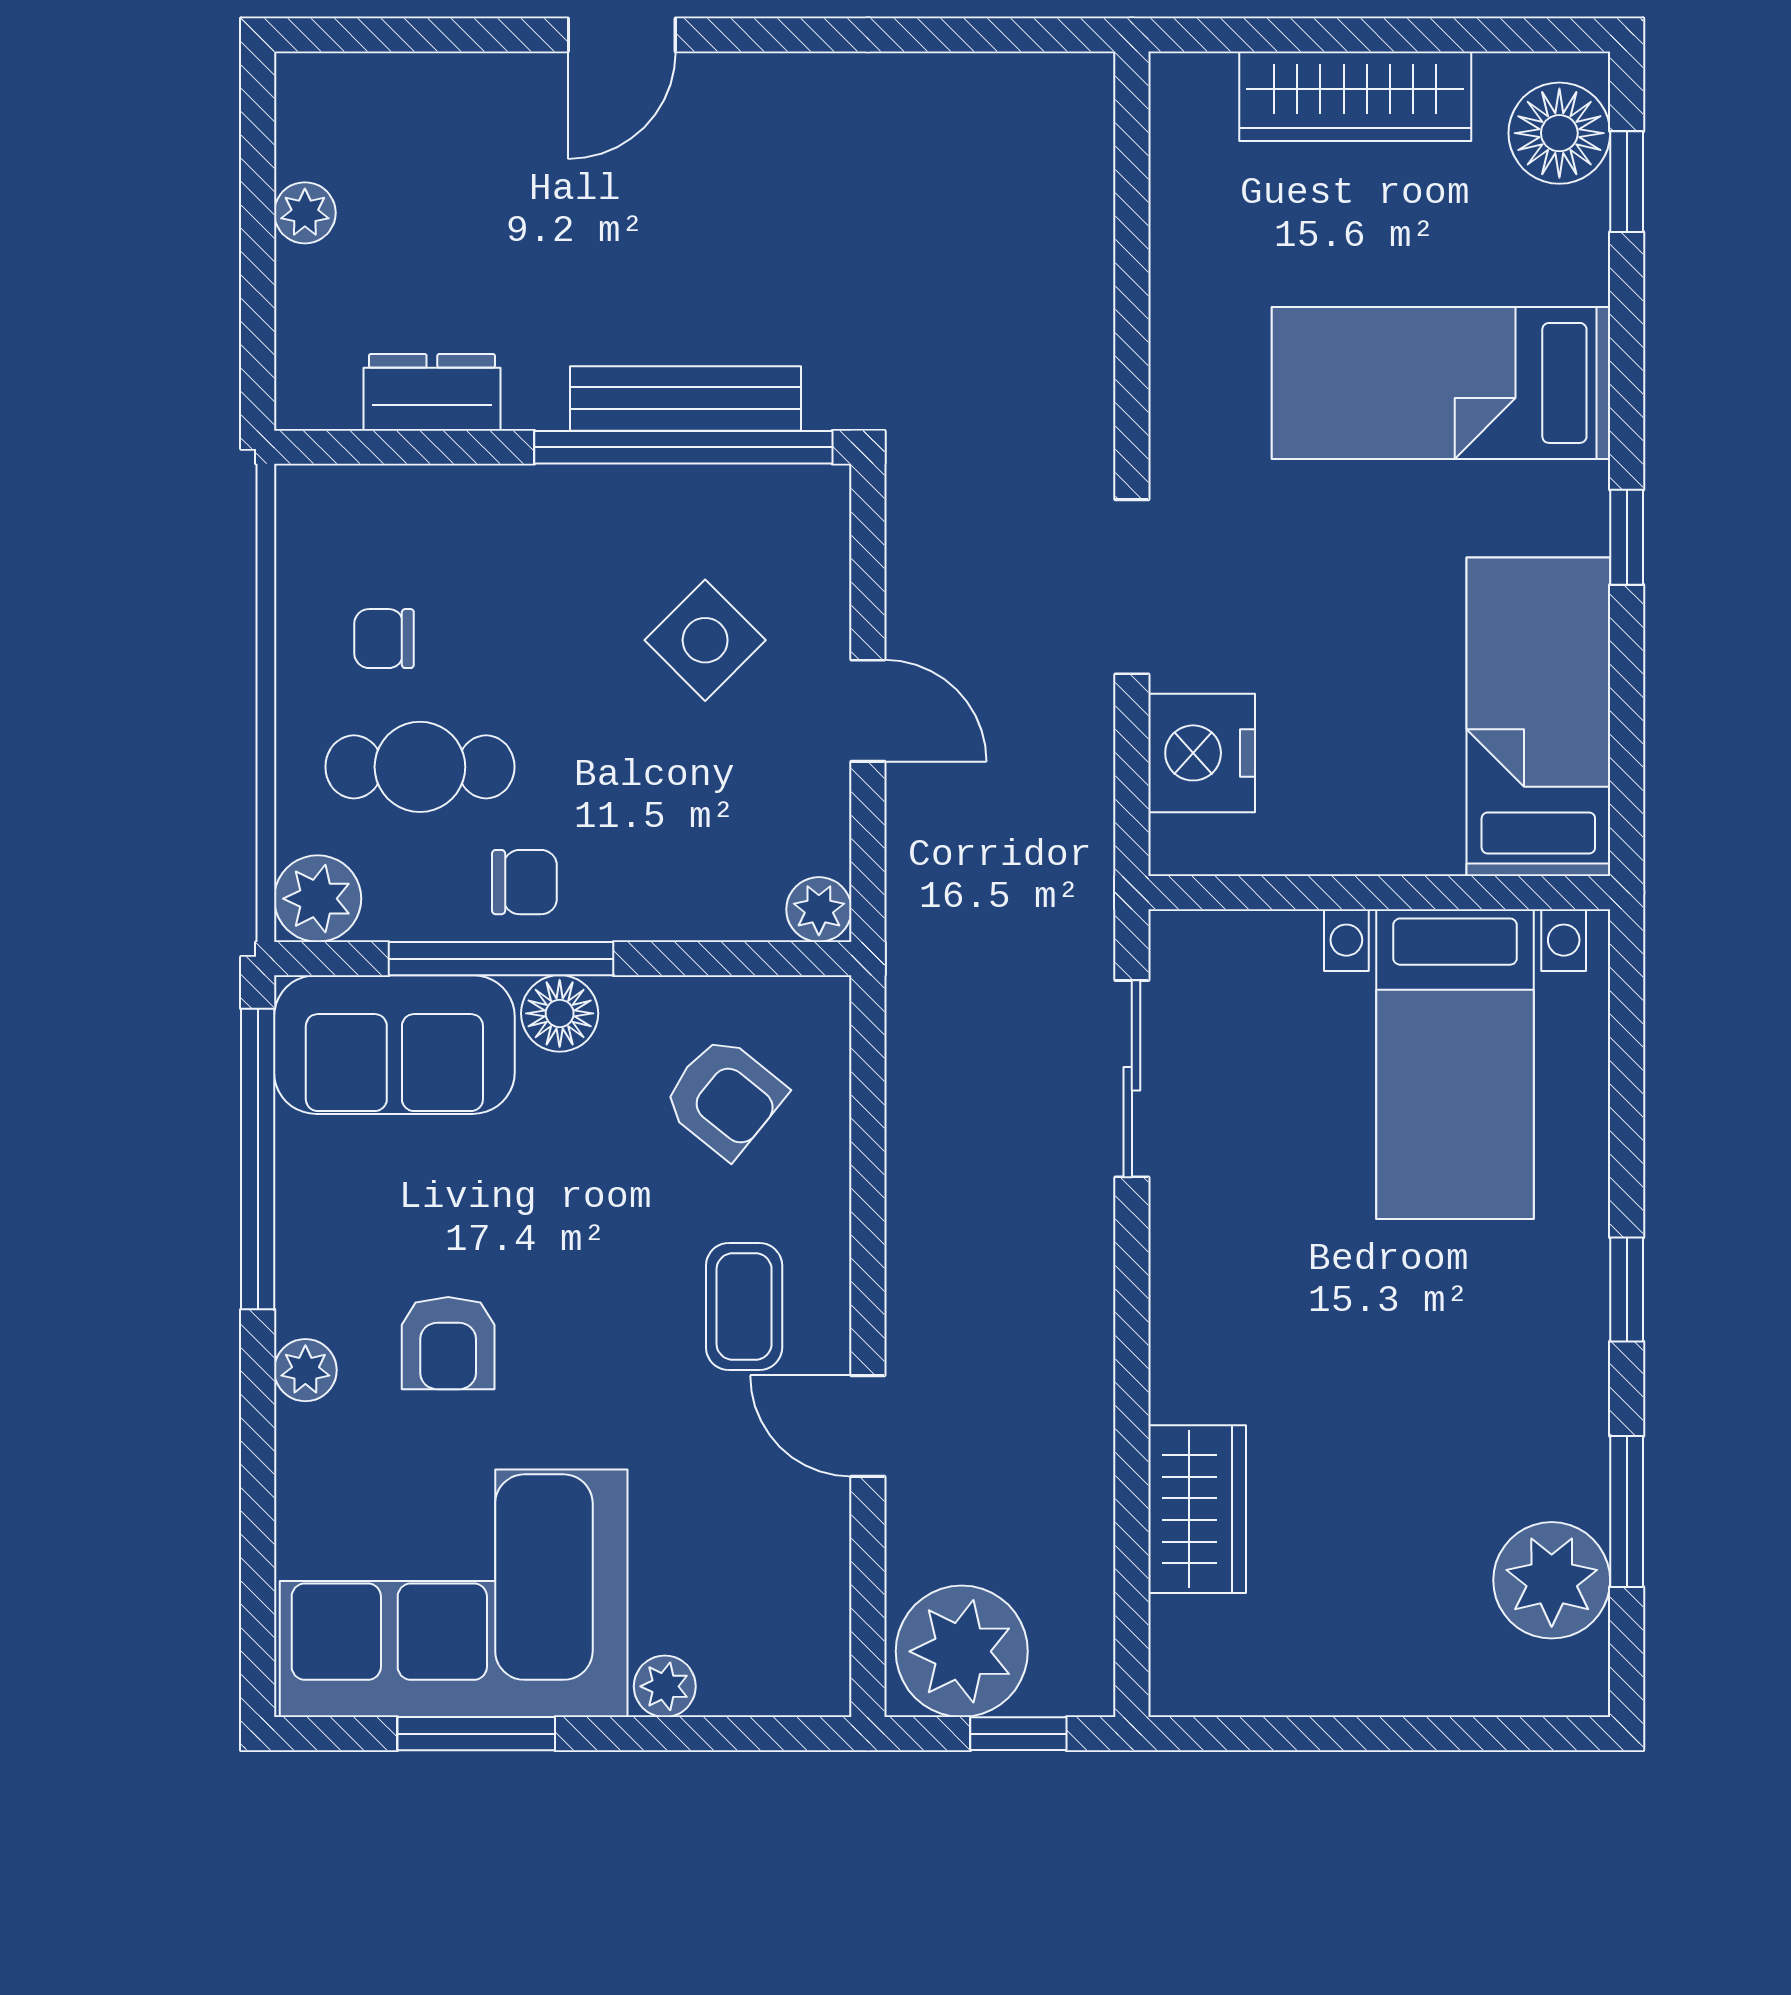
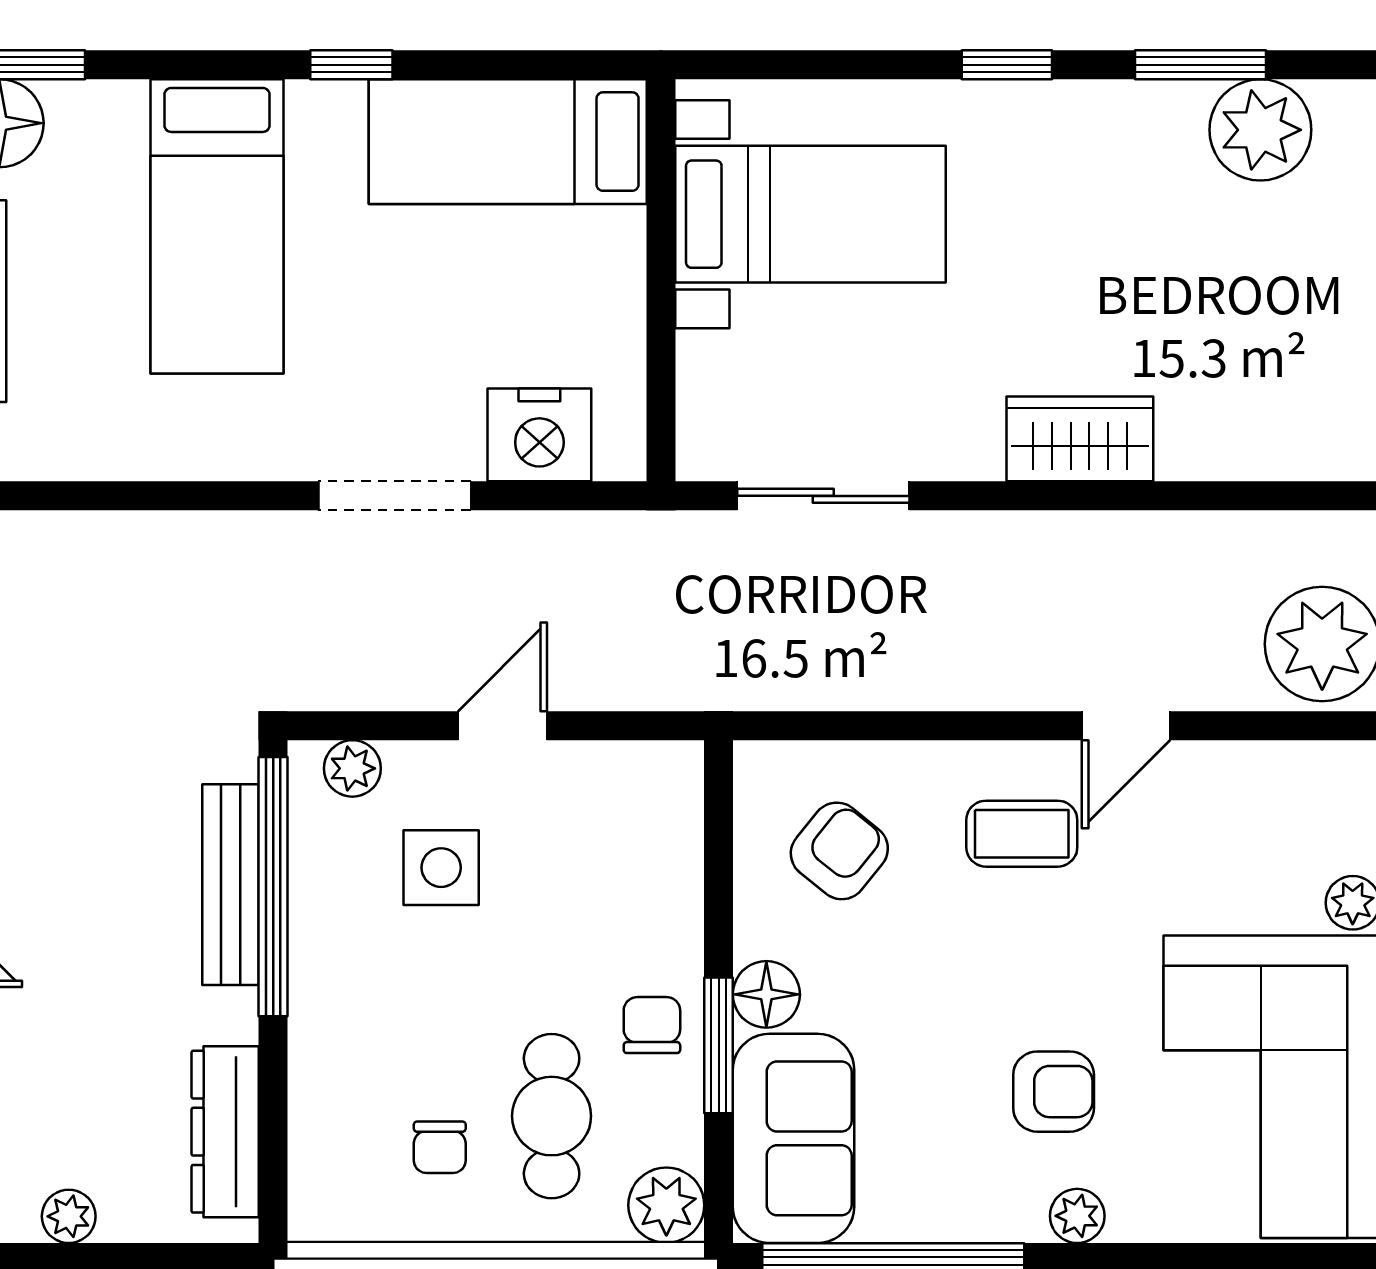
dresser: (432, 392) -> (225, 1132), width x1.44
side table: (705, 640) -> (441, 868), turned 45
plant: (819, 910) -> (352, 768), moved
window: (501, 959) -> (719, 1045), width x0.69
wardrobe: (1197, 1509) -> (1080, 439), moved

